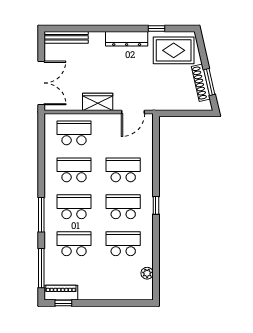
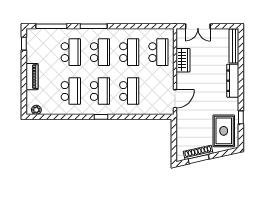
dresser: (127, 39) -> (233, 81), moved
double door: (41, 83) -> (198, 26), width x0.73
wardrobe: (98, 102) -> (183, 60), moved
door: (133, 112) -> (175, 99), swing flipped
plant: (147, 273) -> (36, 110), moved
piano: (61, 293) -> (32, 77), moved

